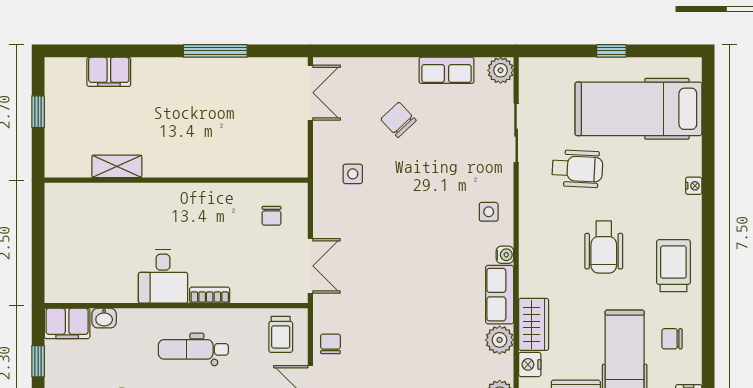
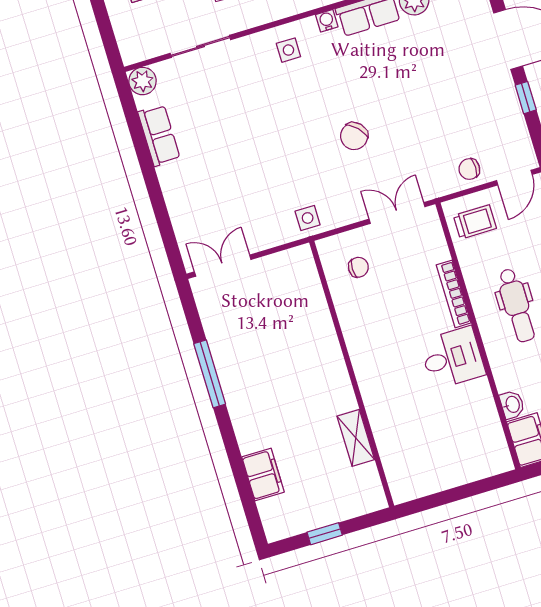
chair: (398, 120) -> (354, 136), moved
side table: (353, 174) -> (308, 218), moved
bookcase: (210, 295) -> (454, 294), width x1.56

